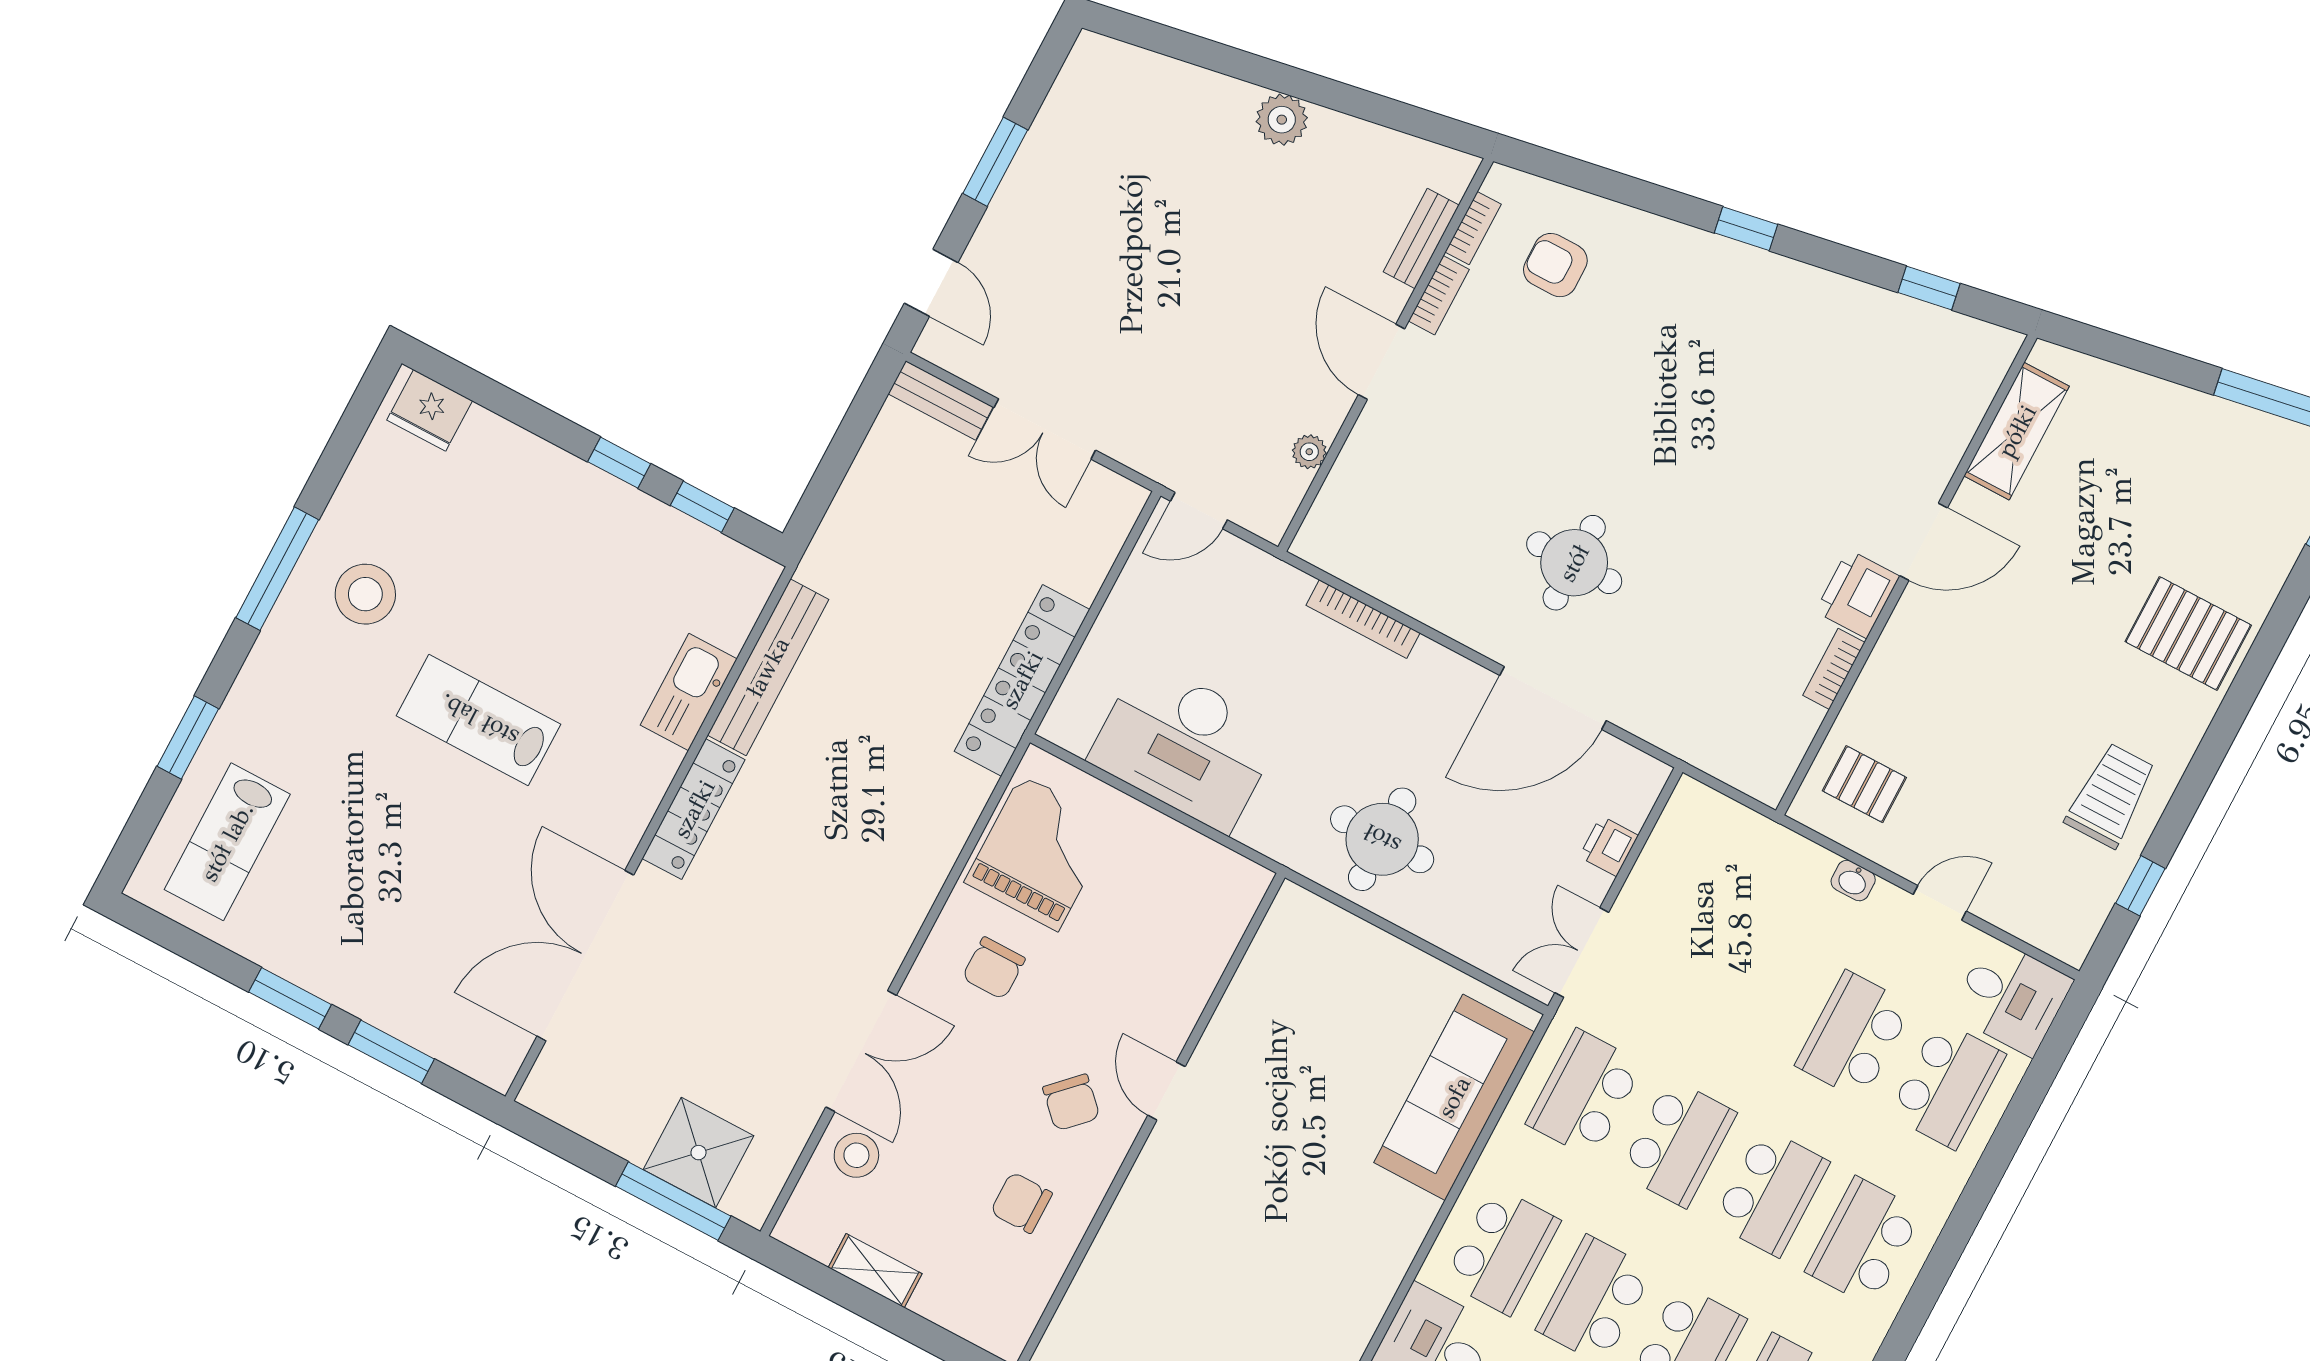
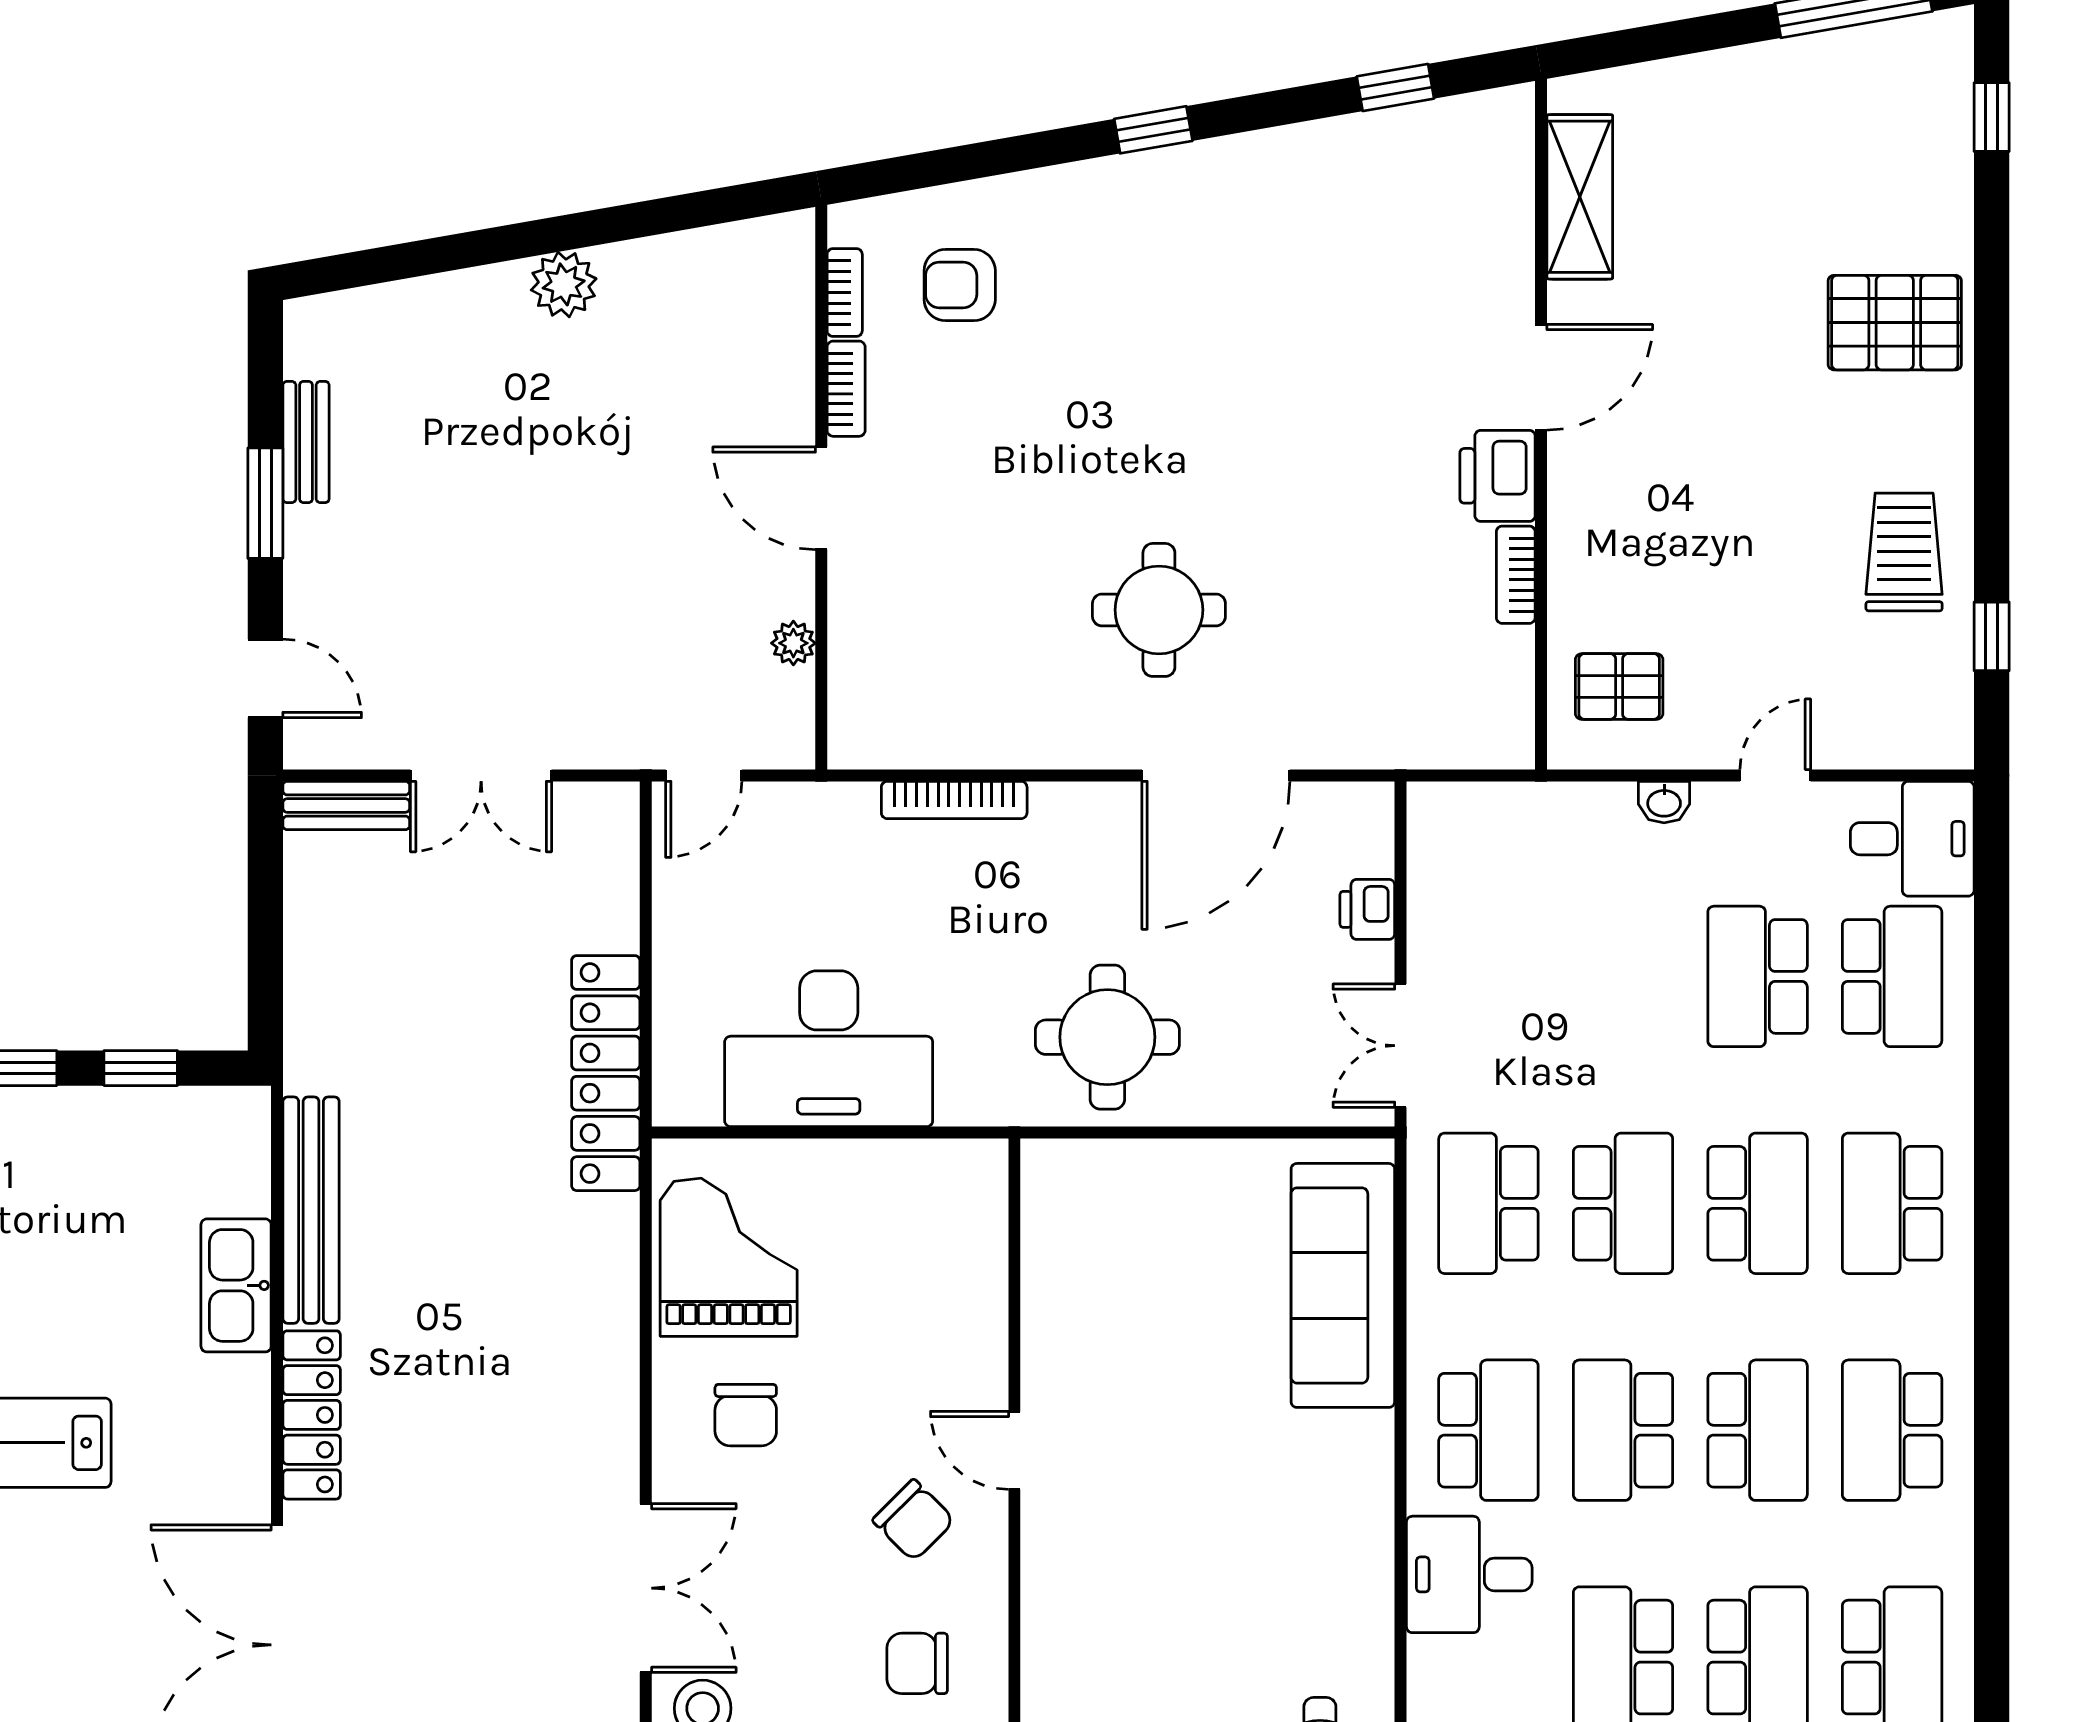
bench: (1421, 238) -> (306, 442), moved

